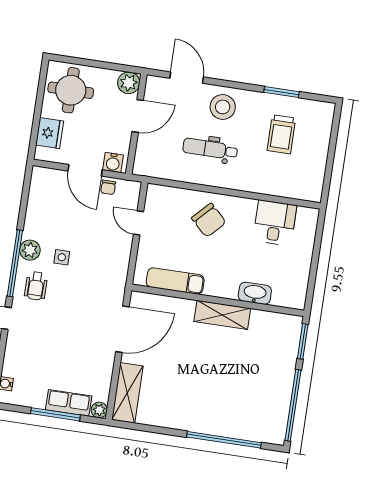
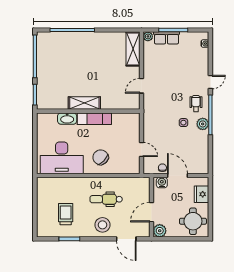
dental chair: (210, 149) -> (106, 199), turned 180
desk: (275, 223) -> (62, 158), width x1.87, depth x1.30
exam couch: (175, 281) -> (94, 119), moved
door: (122, 329) -> (142, 86), width x0.53

